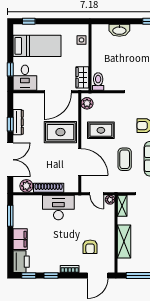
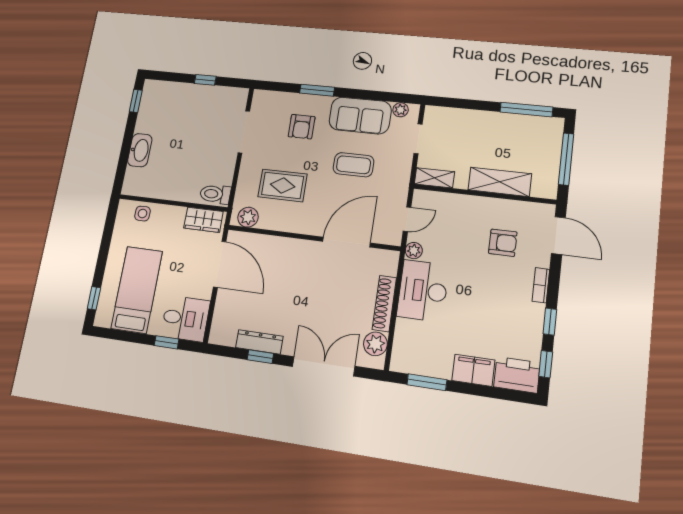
rug: (101, 130) -> (283, 185), moved, turned 90
rug: (60, 132) -> (289, 269), removed
plant: (110, 200) -> (414, 251), moved

